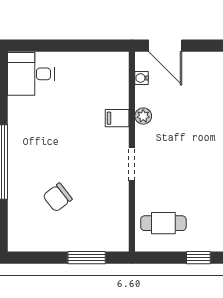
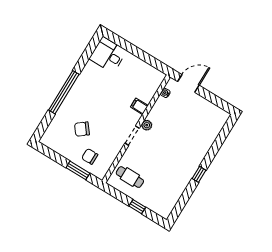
door: (165, 46) -> (188, 83), swing flipped
plant: (143, 116) -> (147, 125), moved
chair: (91, 228) -> (90, 156), added

